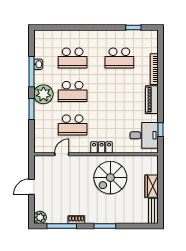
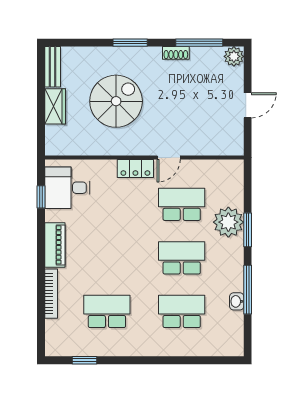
plant: (43, 94) -> (228, 222), moved
door: (62, 154) -> (169, 157), moved
spiral stairs: (110, 178) -> (116, 101), moved

